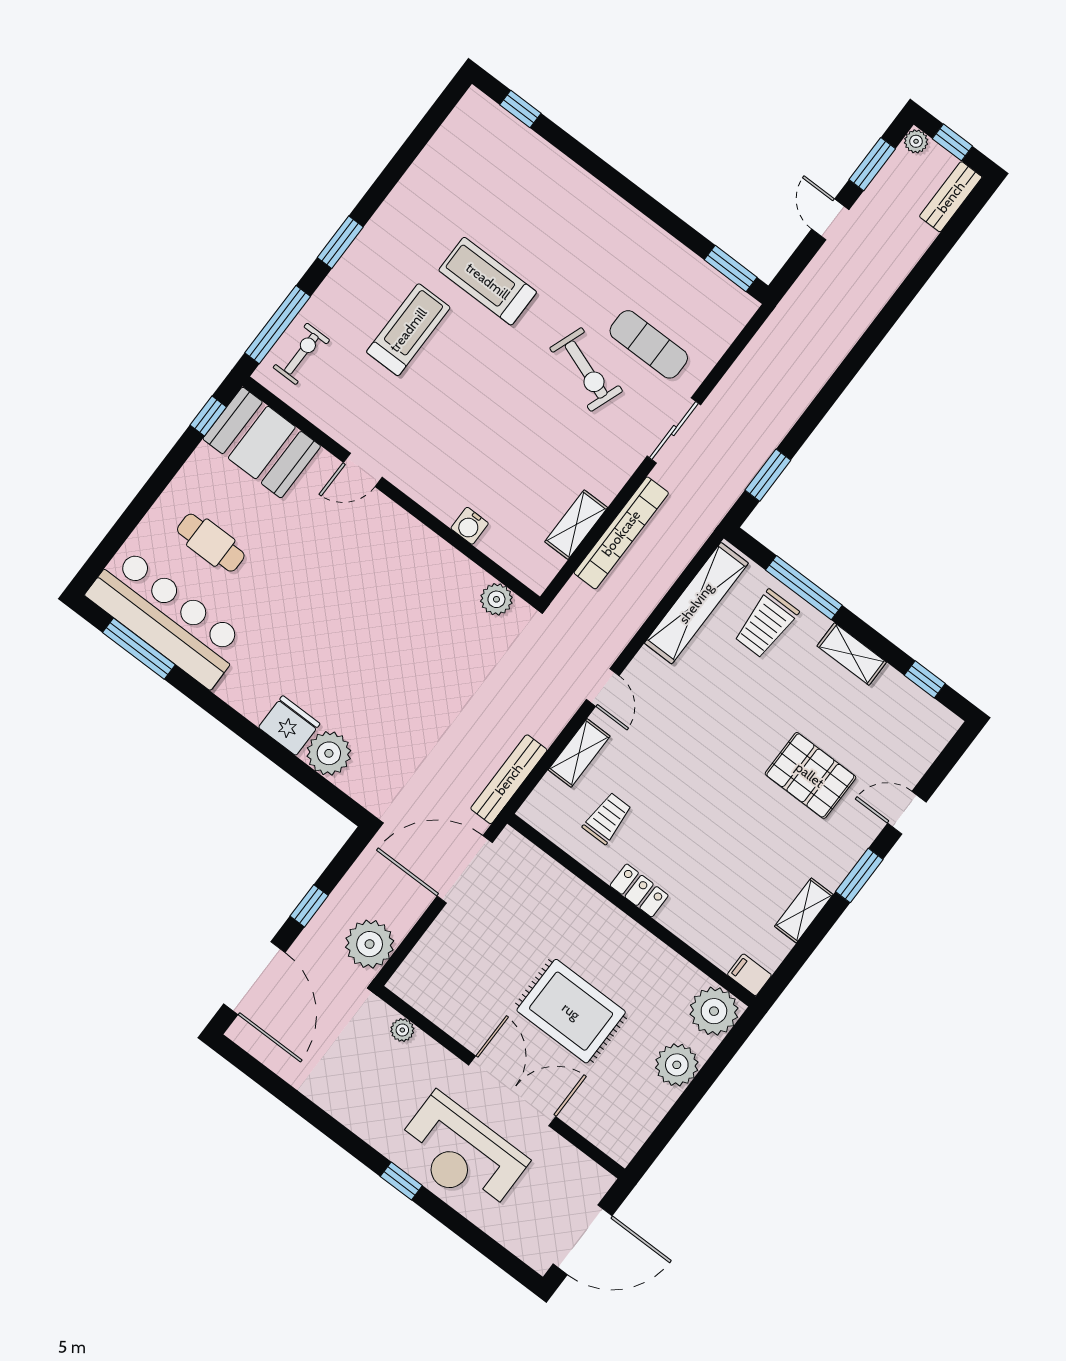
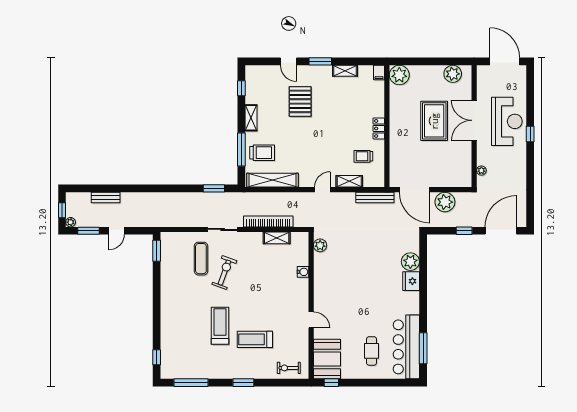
bench: (951, 197) -> (106, 198), moved
treadmill: (488, 281) -> (220, 326), turned 180
window: (278, 325) -> (191, 383), moved
plant: (370, 944) -> (445, 202), moved
plant: (677, 1065) -> (453, 74), moved

